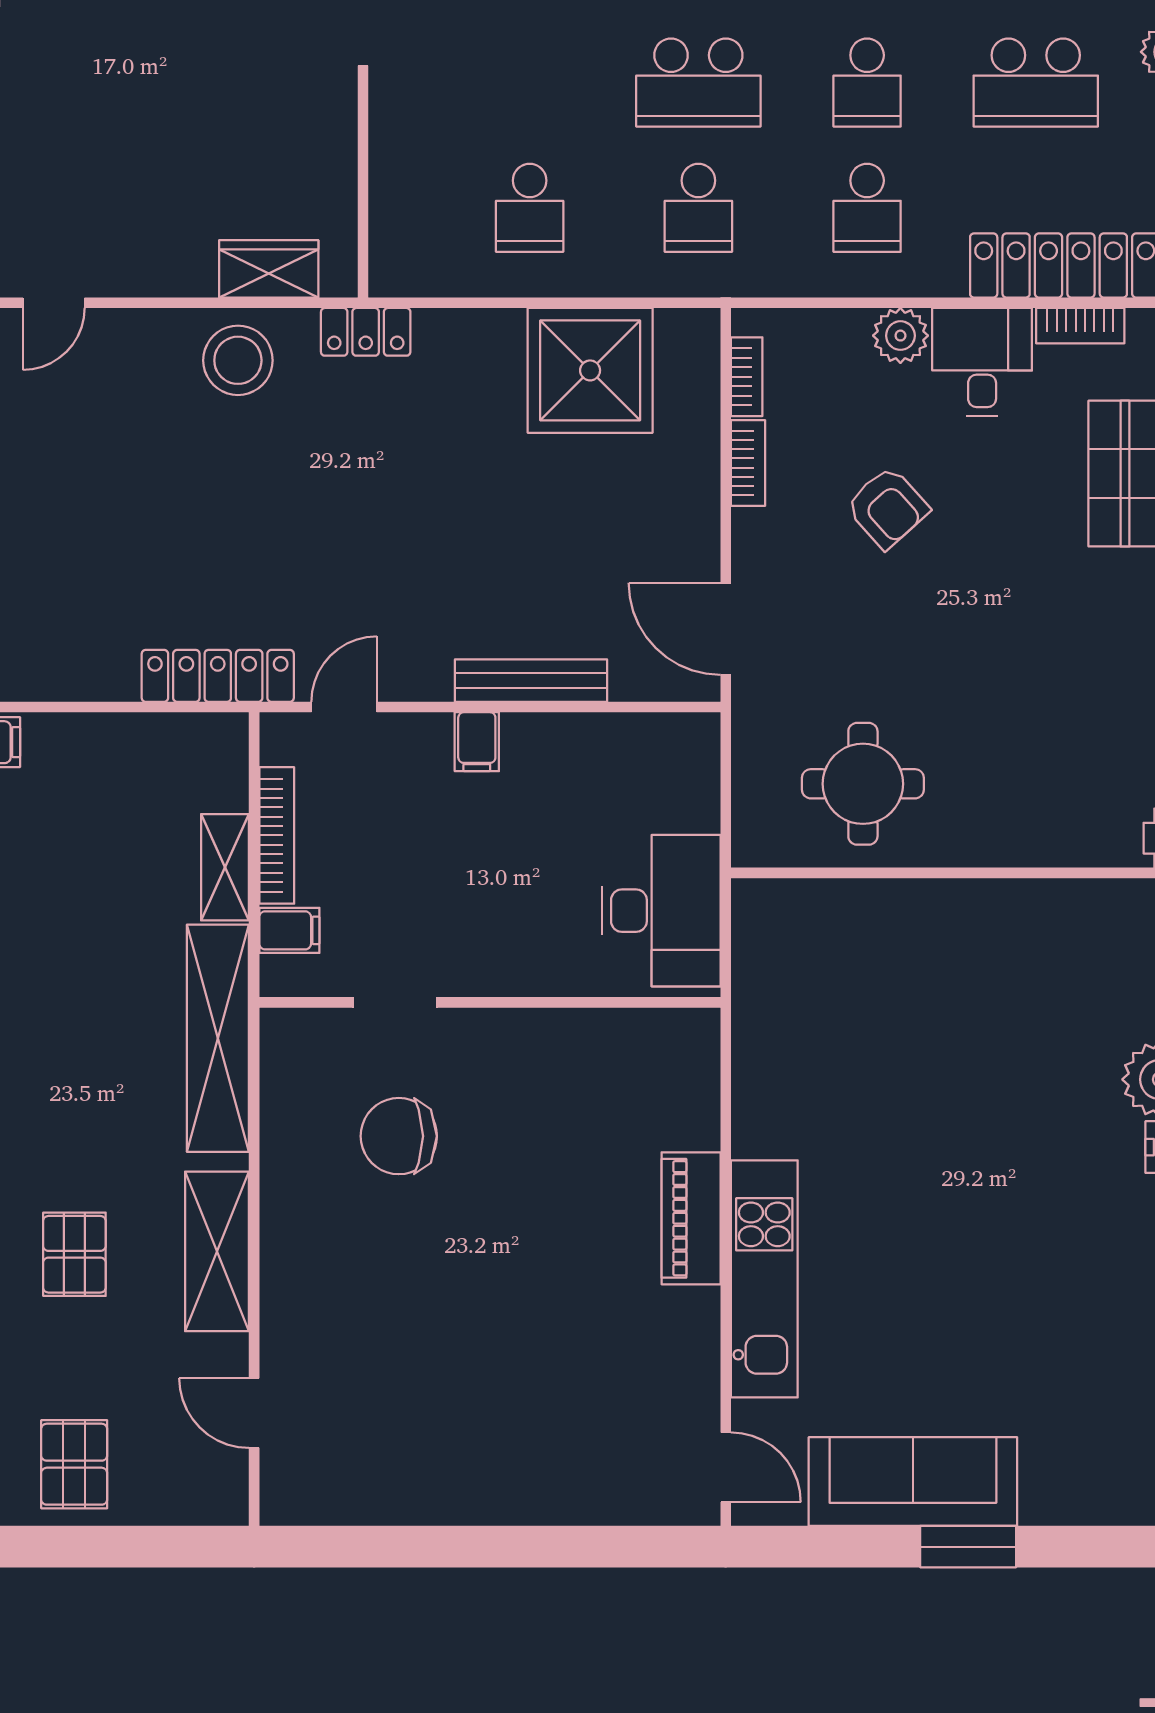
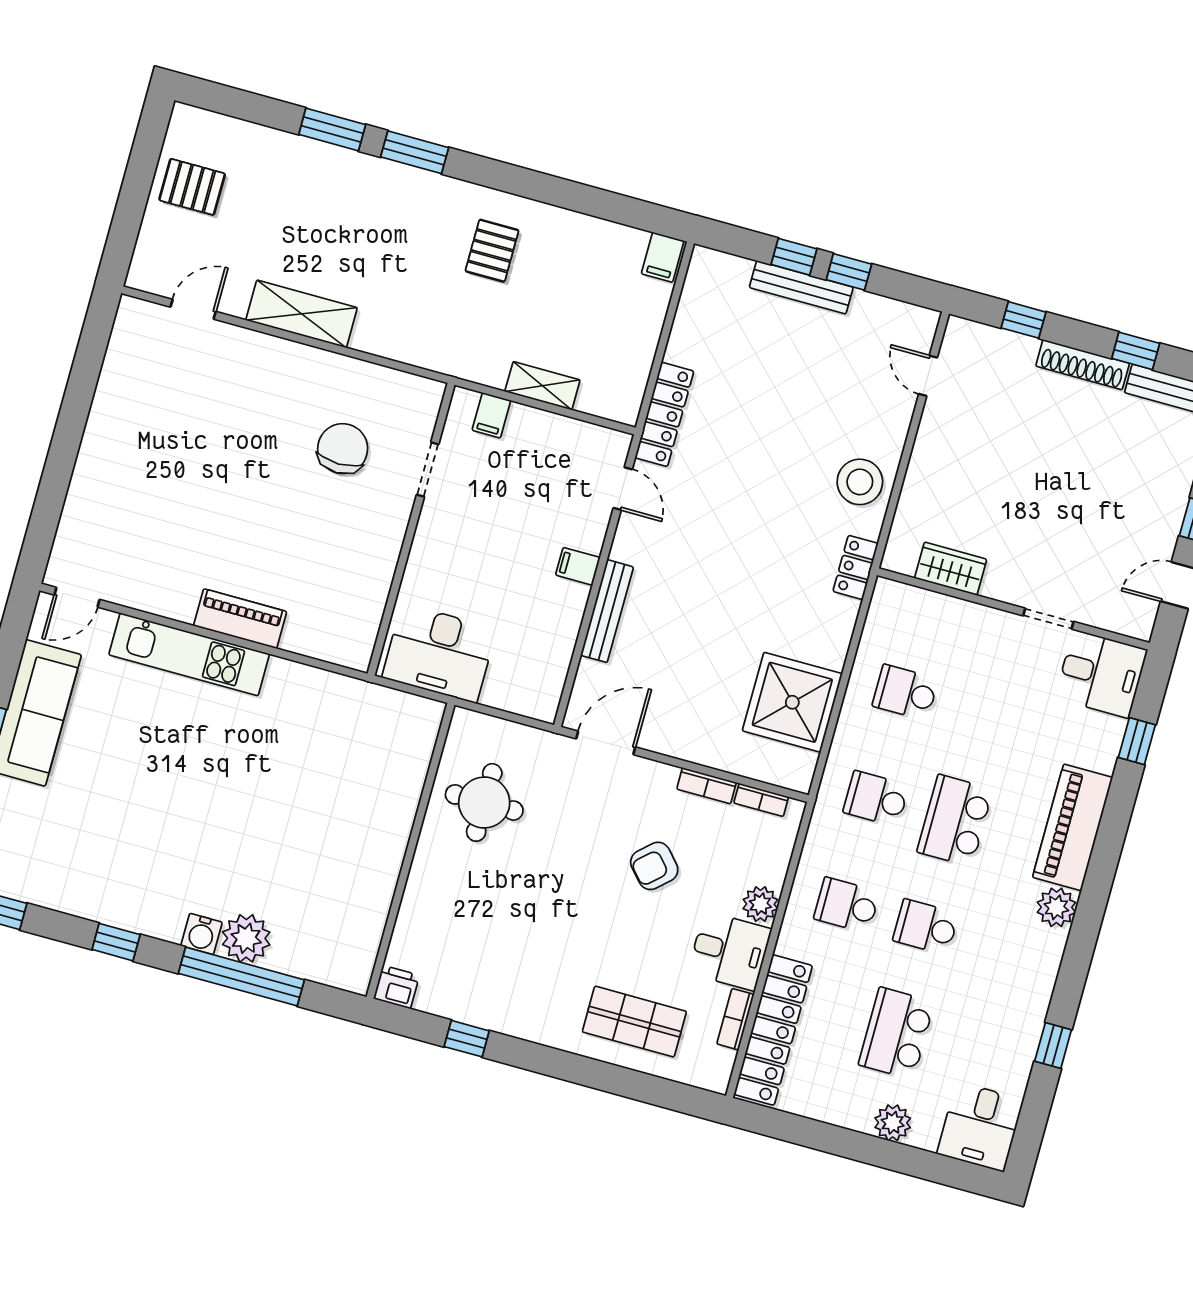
wardrobe: (269, 269) -> (951, 569), moved, turned -90
bookcase: (277, 835) -> (553, 424), removed
shelving: (218, 1038) -> (436, 352), removed
pallet: (74, 1254) -> (492, 251), moved, turned 90

